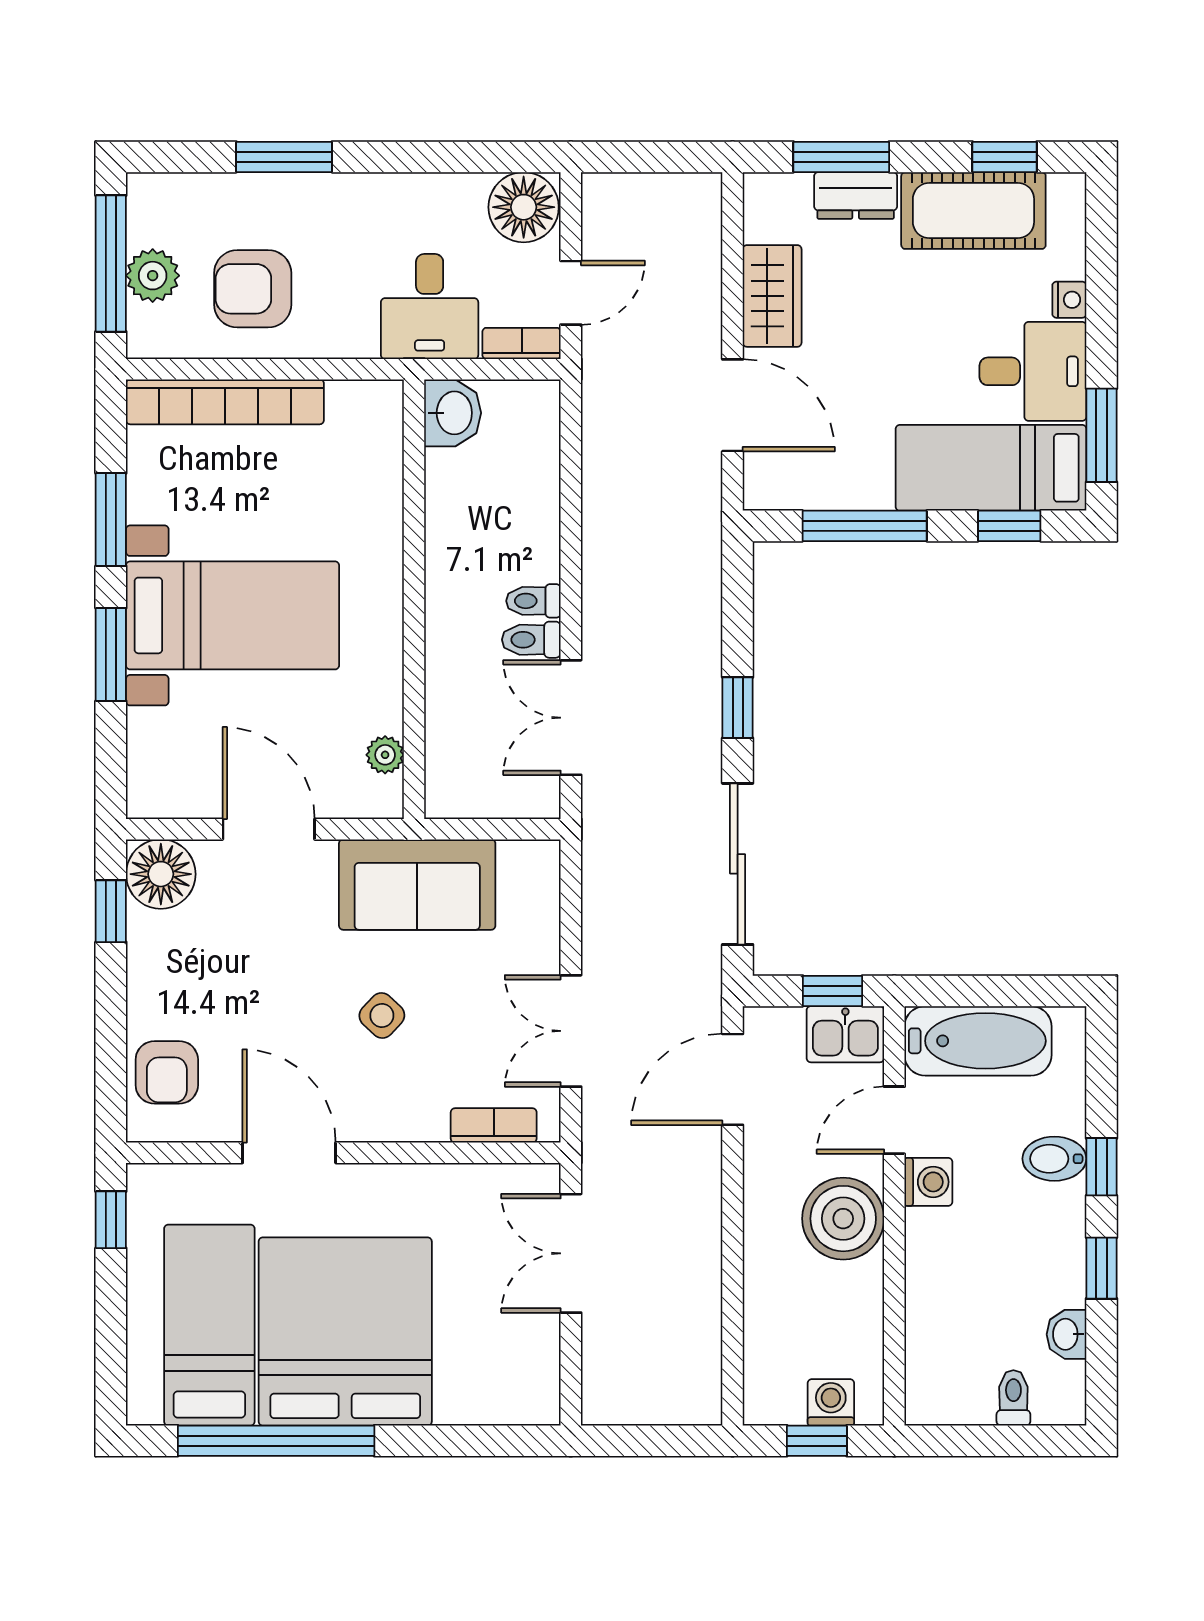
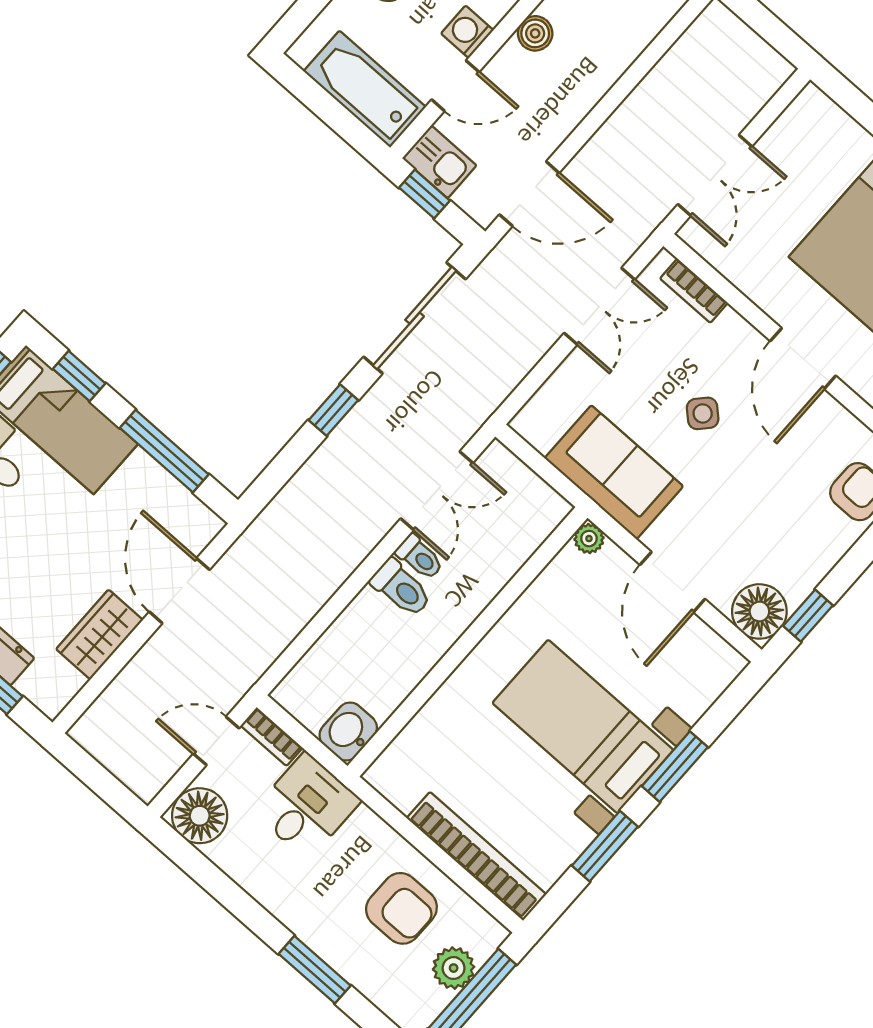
toilet: (533, 601) -> (401, 588), width x1.37, depth x1.39
plant: (385, 755) -> (589, 539), moved
door: (289, 1153) -> (803, 358), moved
boiler: (843, 1219) -> (535, 33), width x0.54, depth x0.54

